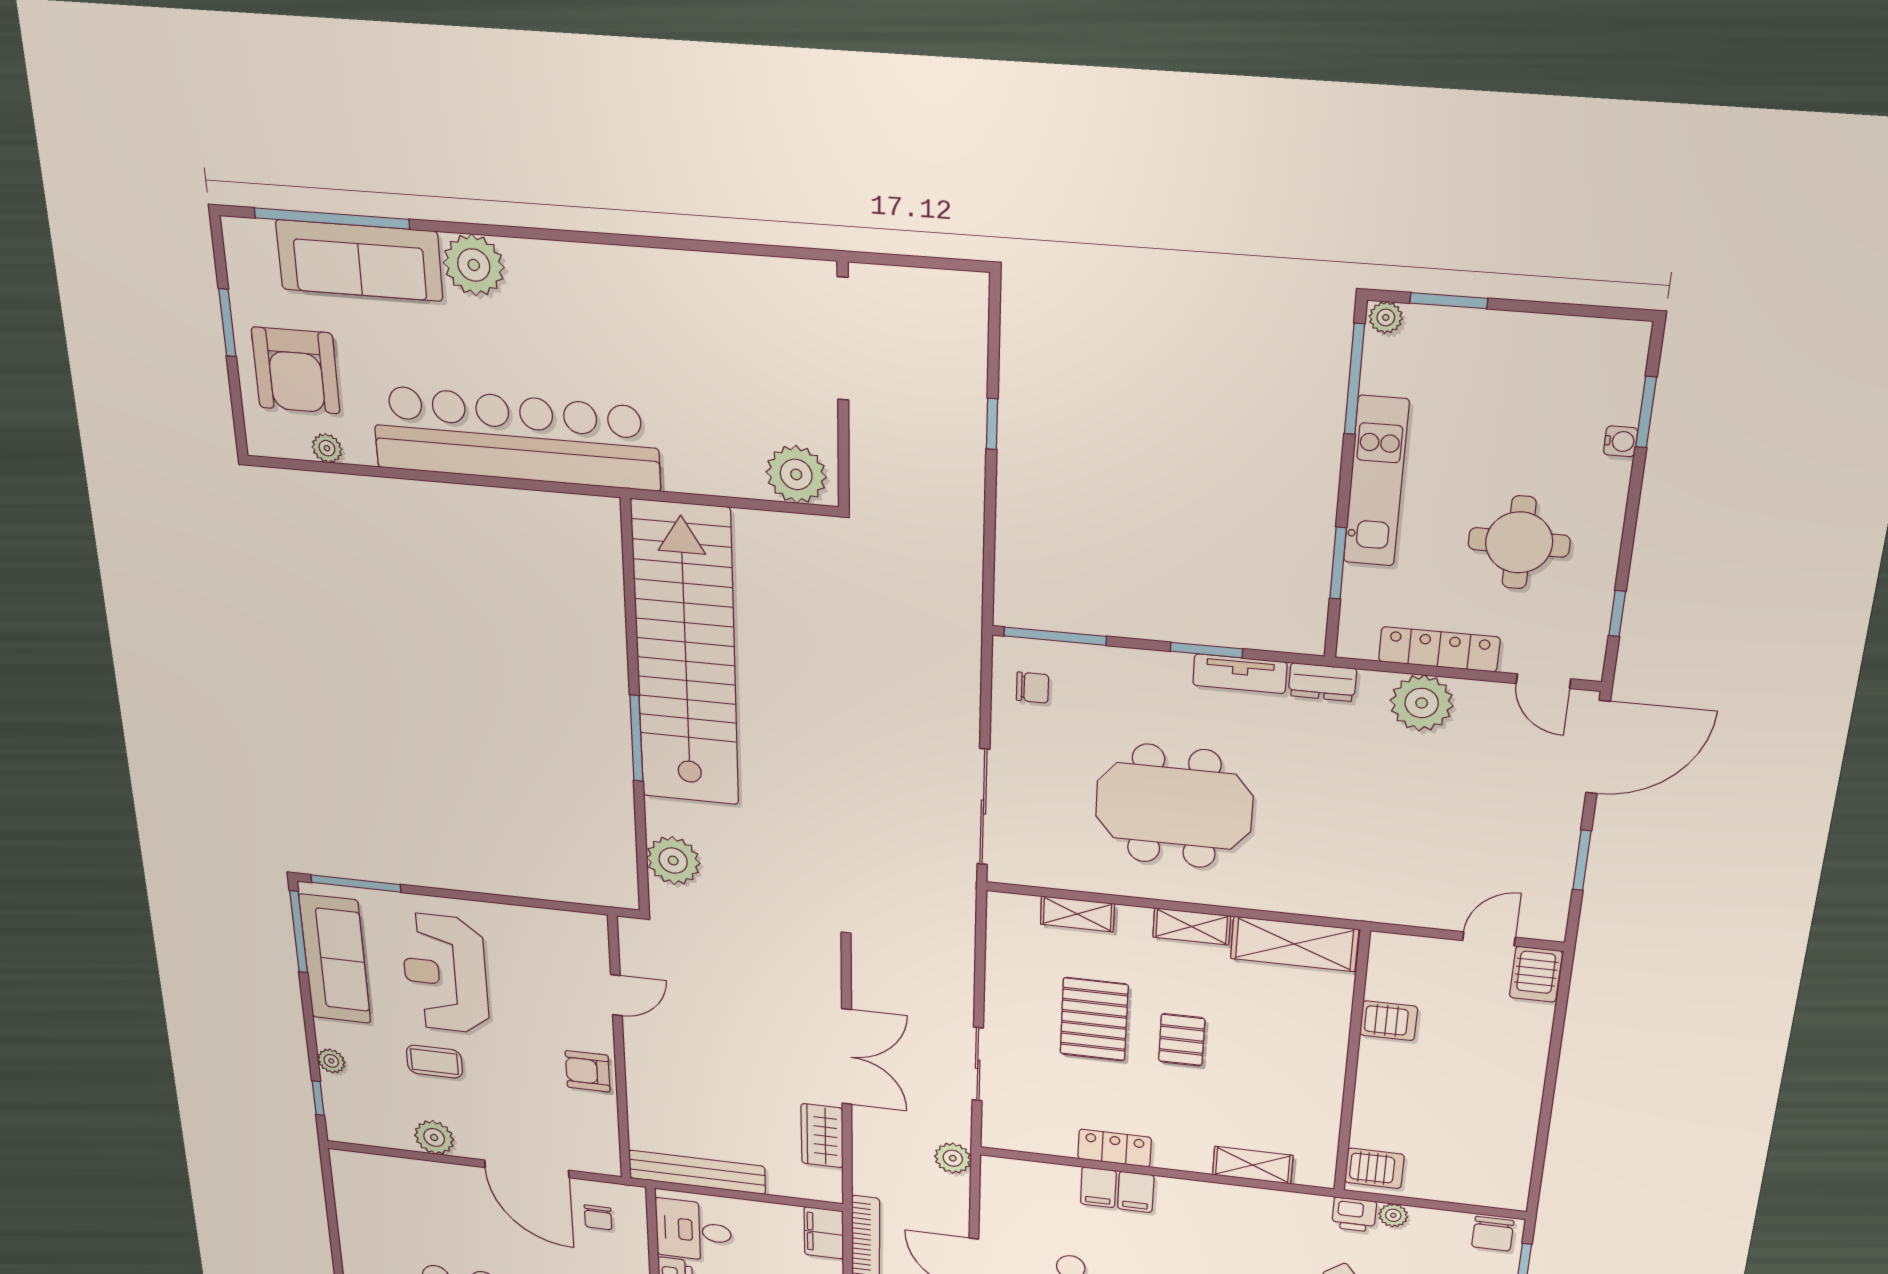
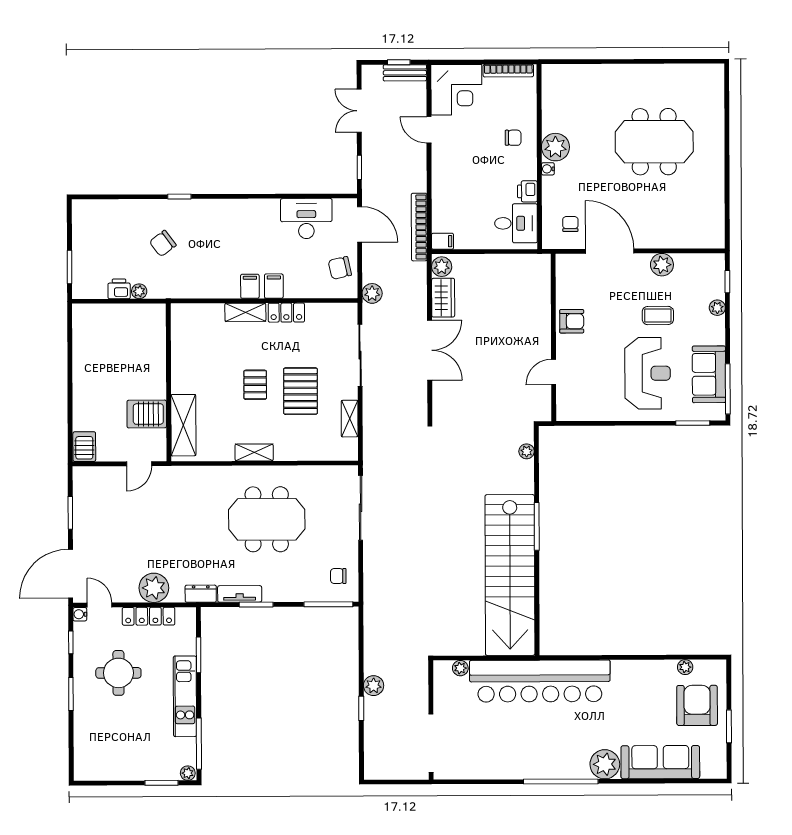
window: (332, 219) -> (561, 781), moved
window: (1646, 412) -> (71, 694), moved
bar counter: (516, 438) -> (540, 681), moved
water cooler: (1621, 441) -> (80, 614), moved
plant: (965, 468) -> (374, 686), added
plant: (796, 474) -> (460, 668), width x0.53, depth x0.53
plant: (673, 861) -> (527, 451), width x0.53, depth x0.53
window: (356, 884) -> (693, 423), width x0.69
shelving: (1077, 914) -> (350, 419), moved, turned 90
door: (1489, 939) -> (139, 464), moved
shelving: (1294, 944) -> (183, 425), moved, turned 90
sofa: (335, 959) -> (709, 374), width x0.73
server rack: (1389, 1021) -> (147, 414), width x1.36, depth x1.44
double door: (847, 1057) -> (430, 350), swing flipped
sliding door: (978, 1064) -> (360, 355), width x1.37
shelving: (1253, 1165) -> (245, 312), moved
server rack: (1374, 1168) -> (152, 320), removed
bench: (697, 1172) -> (513, 263), removed
plant: (825, 1183) -> (442, 267), added
filing cabinet: (1098, 1187) -> (250, 286), moved
printer: (1354, 1215) -> (119, 289), moved
filing cabinet: (824, 1233) -> (443, 241), width x0.50
chair: (1493, 1234) -> (340, 268), moved, turned -103

